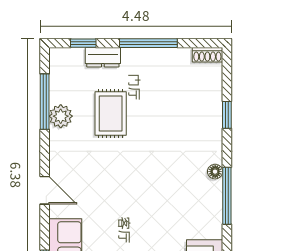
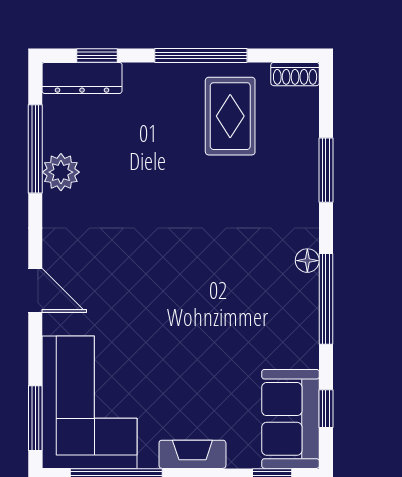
dresser: (103, 57) -> (82, 78), moved, width x1.44
rug: (111, 113) -> (230, 116), moved
window: (227, 115) -> (326, 170), width x1.50

